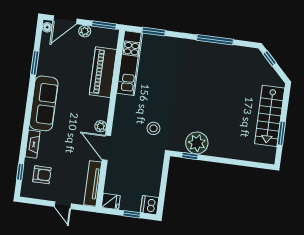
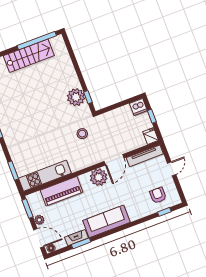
plant: (101, 126) -> (99, 177), width x1.87, depth x1.87
window: (281, 133) -> (37, 41), width x2.11
fireplace: (33, 144) -> (76, 238), moved

